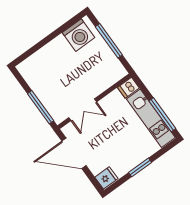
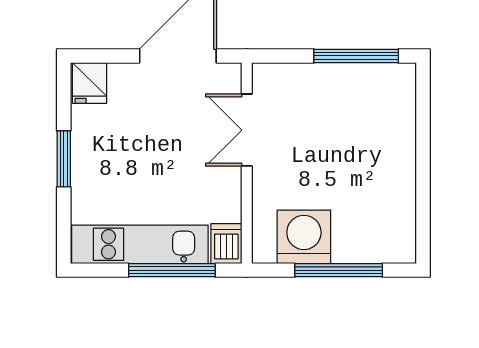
washing machine: (78, 35) -> (304, 237), moved, turned 90
window: (41, 107) -> (356, 56), moved
window: (162, 115) -> (172, 270), moved

